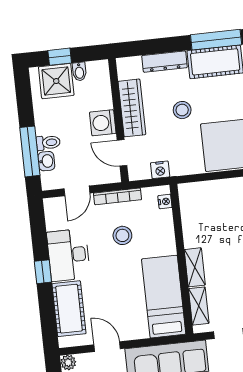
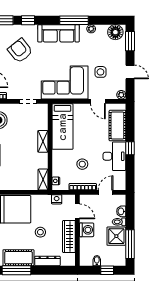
shower: (56, 81) -> (116, 236), moved
window: (30, 151) -> (130, 244), moved
shelving: (199, 306) -> (43, 180), moved

